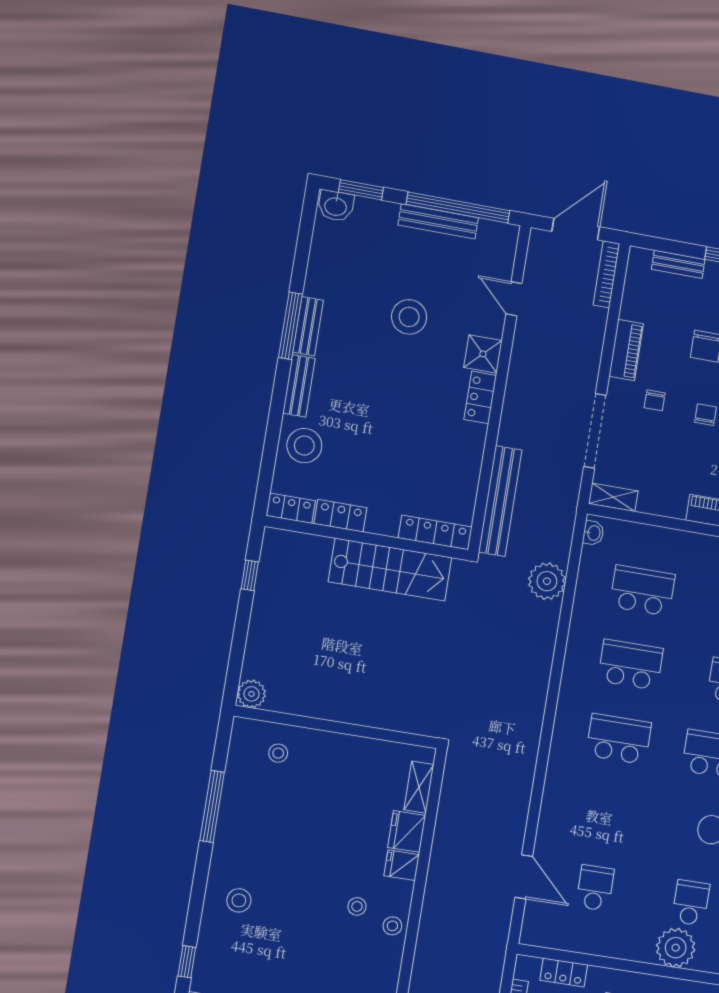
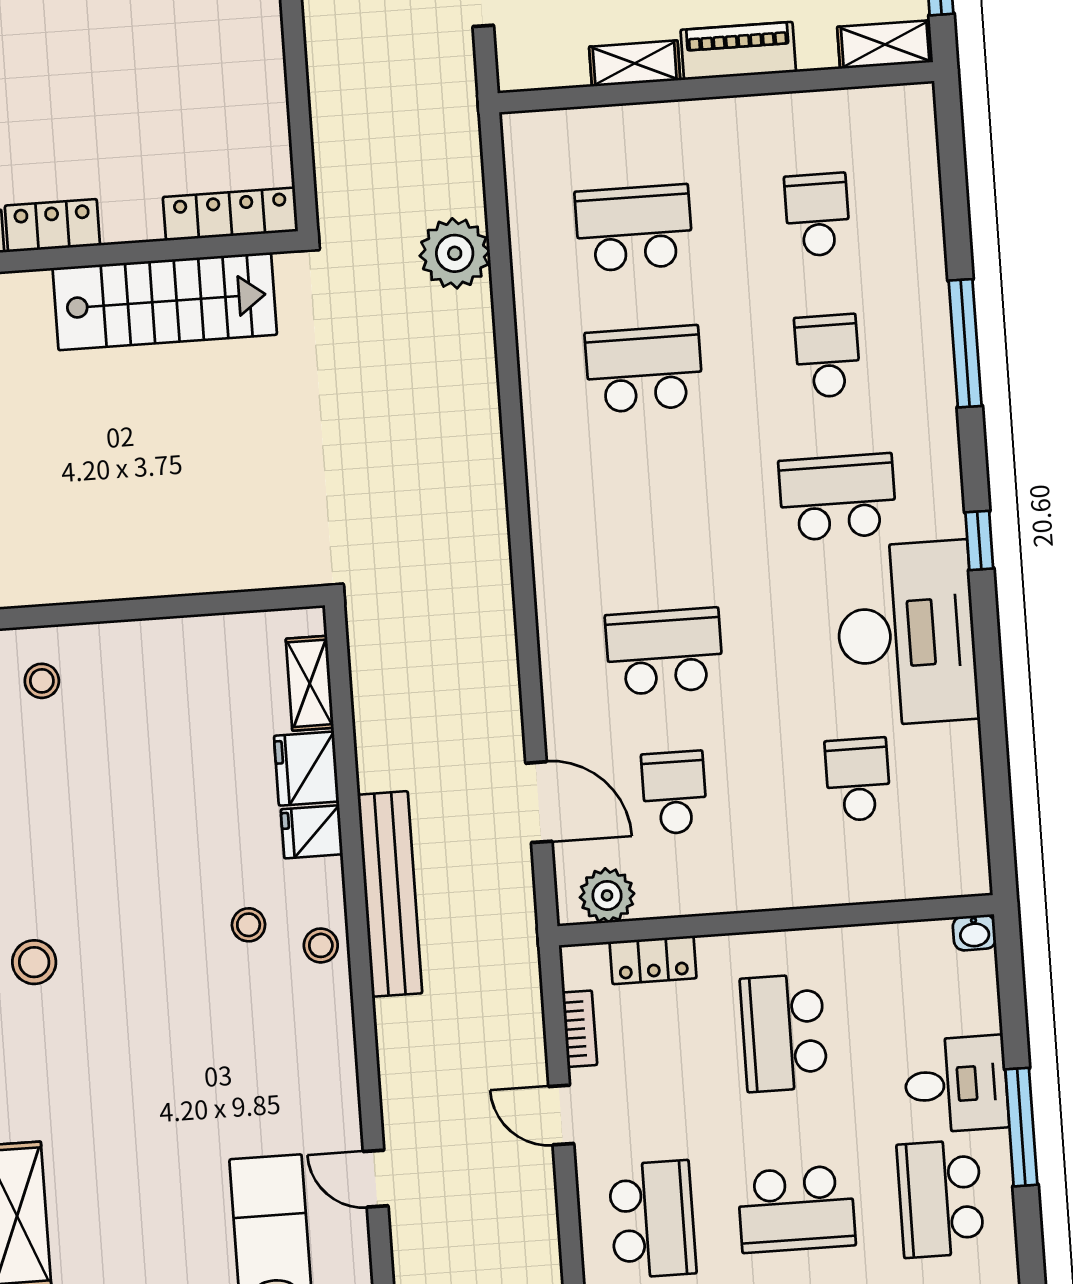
shelving: (613, 497) -> (635, 63), moved
bench: (500, 501) -> (390, 894), moved
washbasin: (593, 533) -> (519, 144), removed
school desk: (619, 739) -> (664, 651), moved
plant: (676, 948) -> (607, 895), moved, width x0.73, depth x0.73

